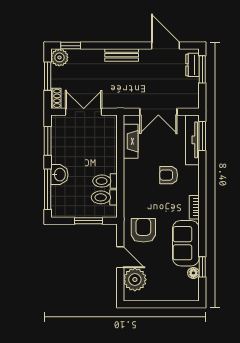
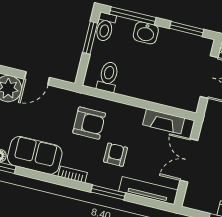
window: (202, 136) -> (108, 192), moved
toilet: (105, 181) -> (105, 27), moved, turned 180
window: (89, 221) -> (90, 38), moved
armchair: (143, 230) -> (89, 123), moved

